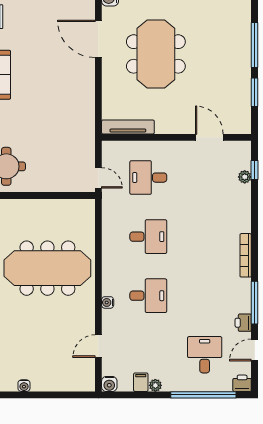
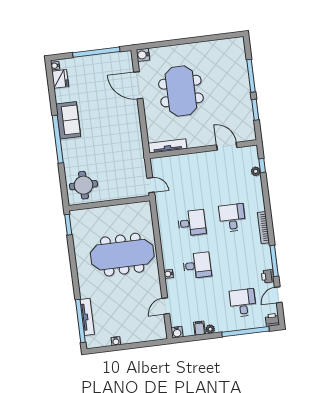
desk: (148, 178) -> (232, 218), moved, turned 90

